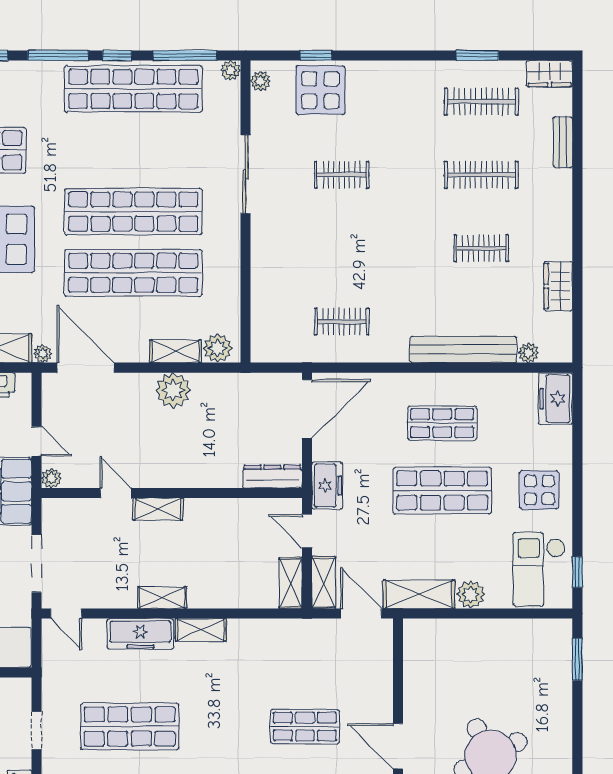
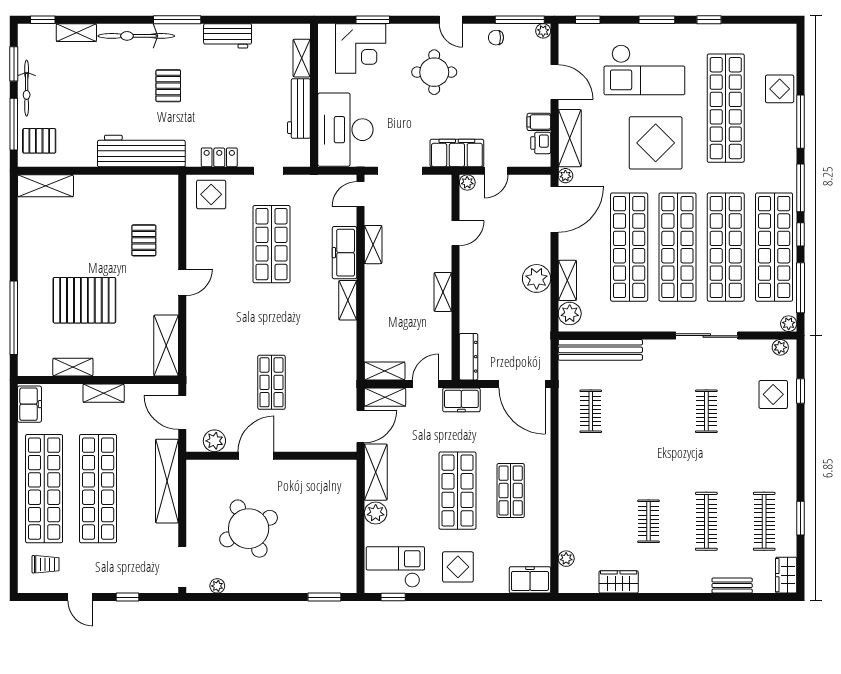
display table: (320, 90) -> (773, 394), width x0.73, depth x0.73
shop shelf: (133, 150) -> (726, 247), added
bench: (463, 349) -> (600, 350), moved, turned 90
shelving: (158, 509) -> (443, 292), moved
shelving: (162, 598) -> (373, 245), moved

